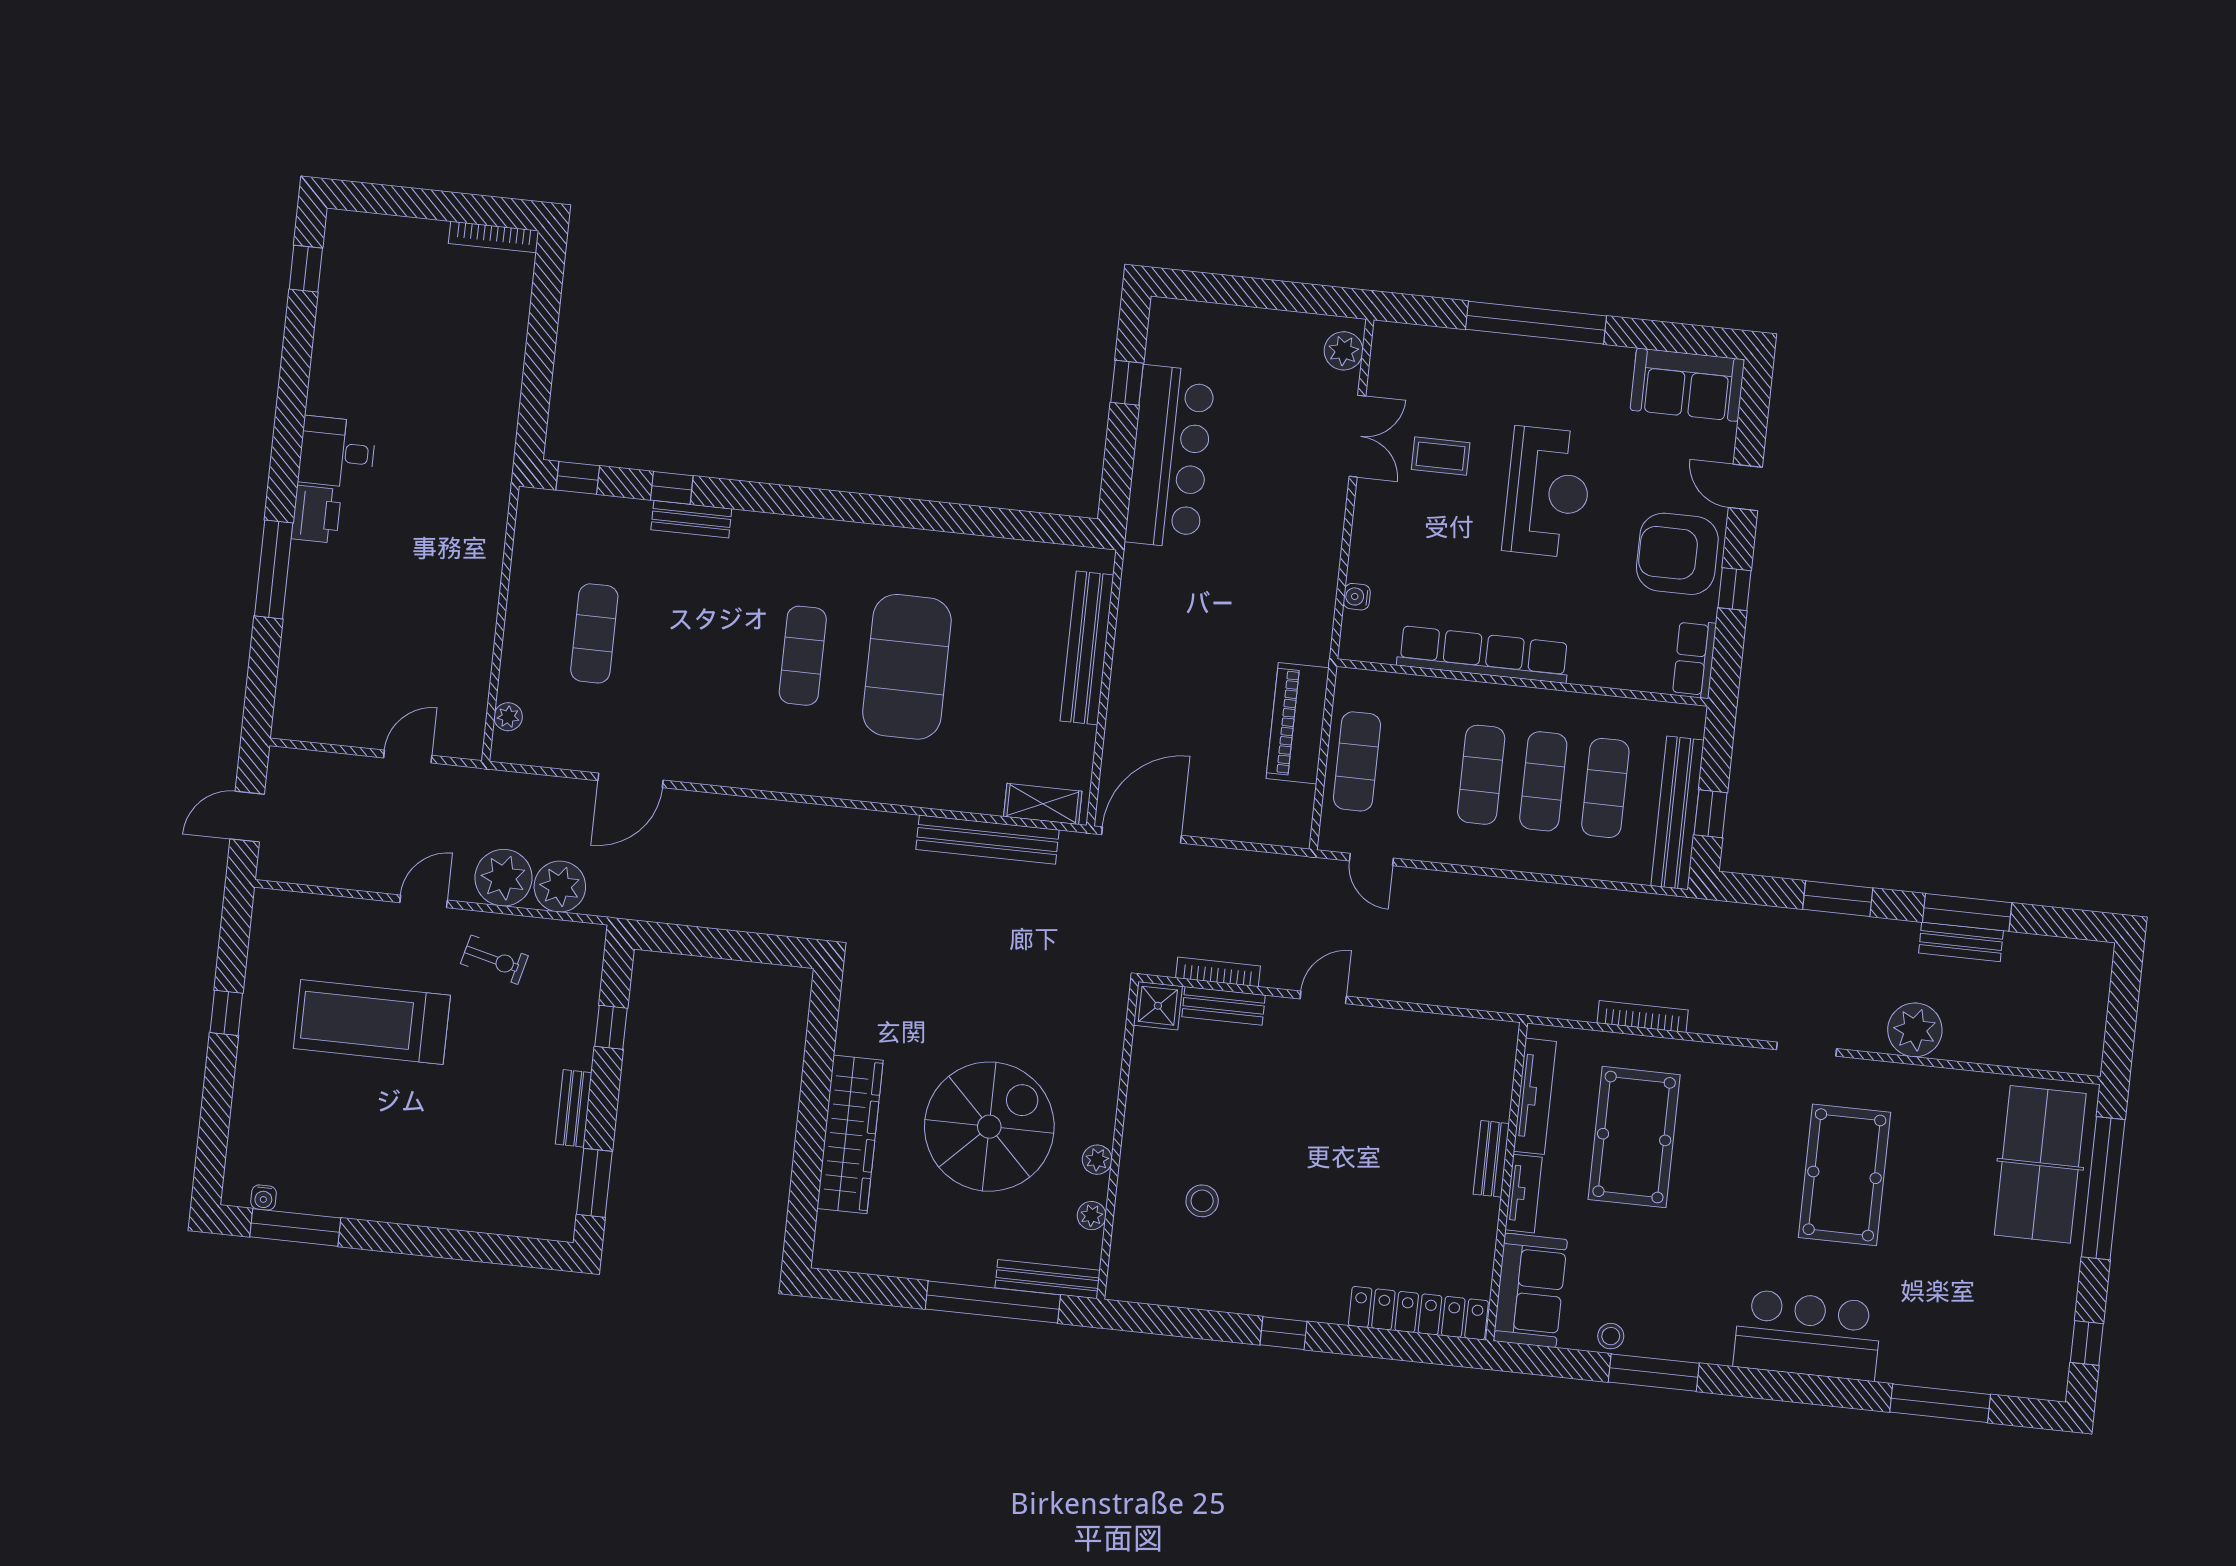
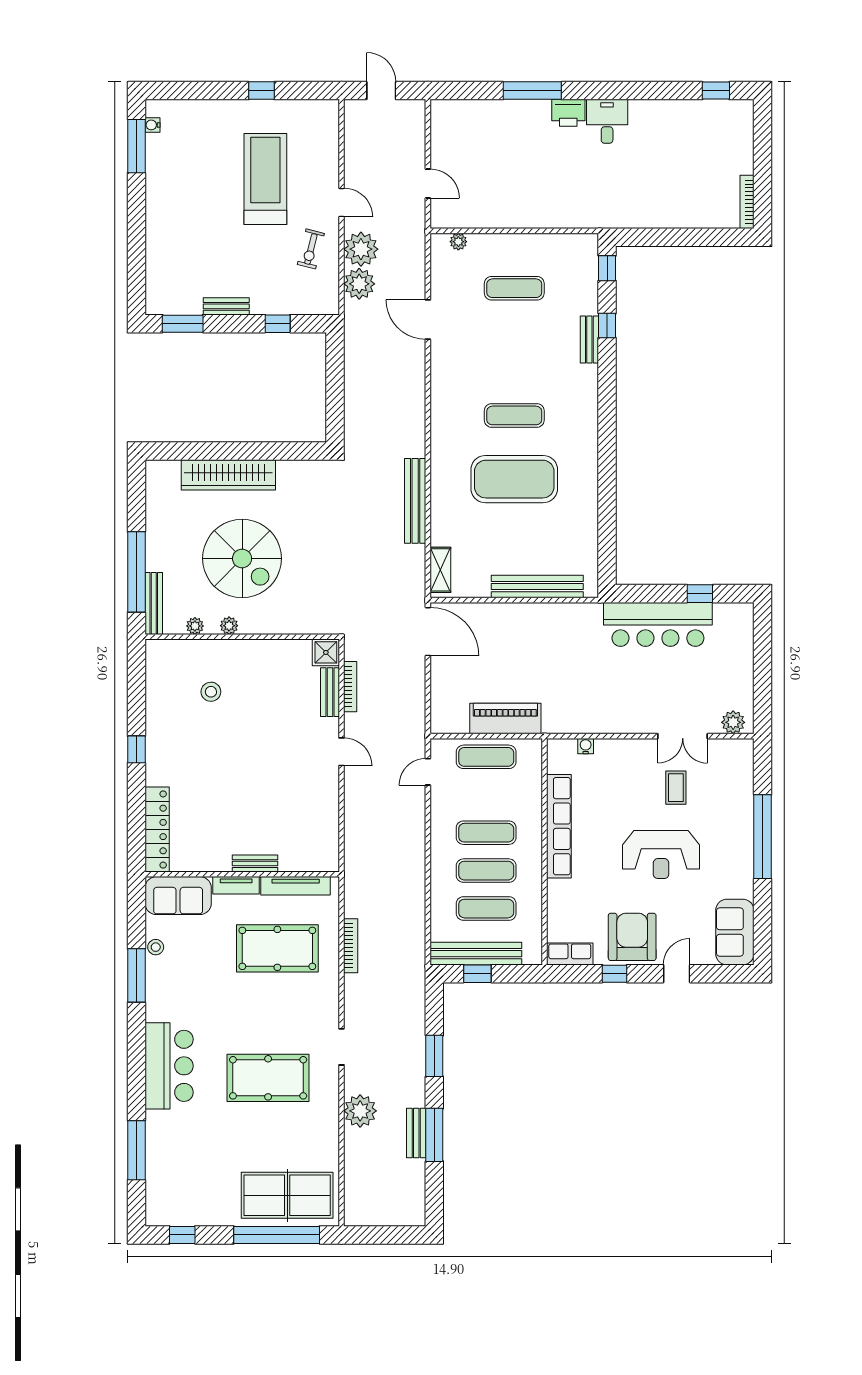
bench: (987, 840) -> (415, 501), moved

